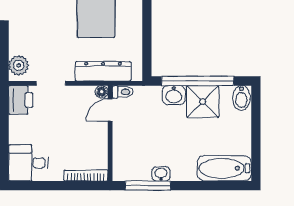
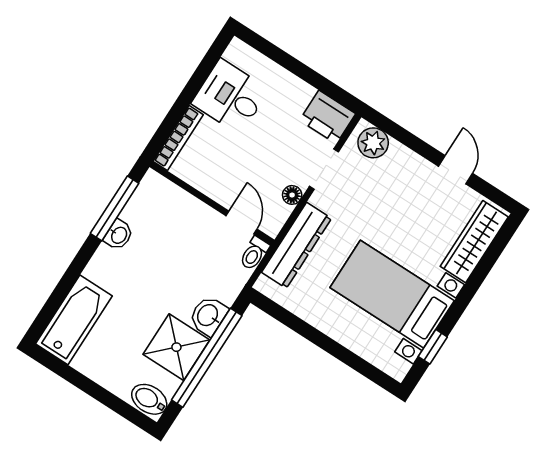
floor lamp: (102, 92) -> (292, 195), moved
desk: (28, 163) -> (230, 97), moved, turned -90

